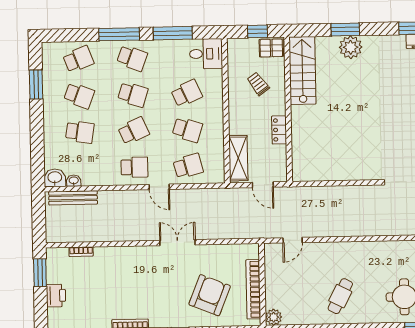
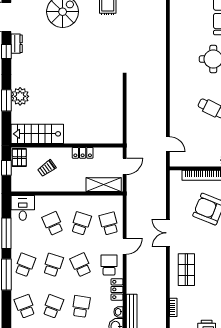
locker: (103, 178) -> (117, 289), added
shop shelf: (130, 268) -> (186, 270), added

